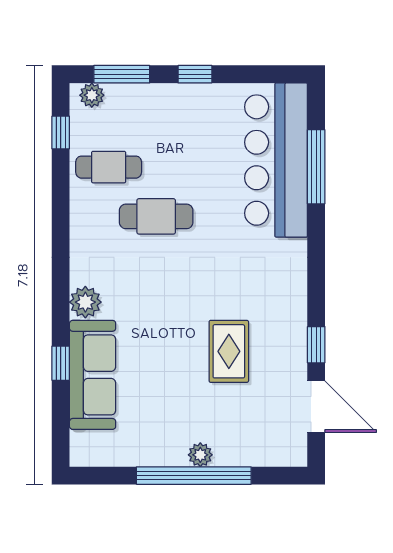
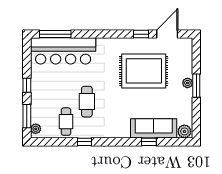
window: (61, 132) -> (84, 142), moved
window: (316, 167) -> (55, 34), moved
plant: (85, 302) -> (184, 131), moved
rug: (229, 351) -> (144, 71), width x1.86, depth x2.06
window: (194, 476) -> (196, 86), width x0.47

